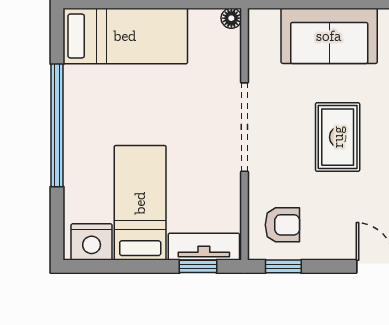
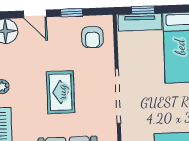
armchair: (282, 225) -> (92, 37), turned -90
window: (283, 266) -> (72, 13), moved

